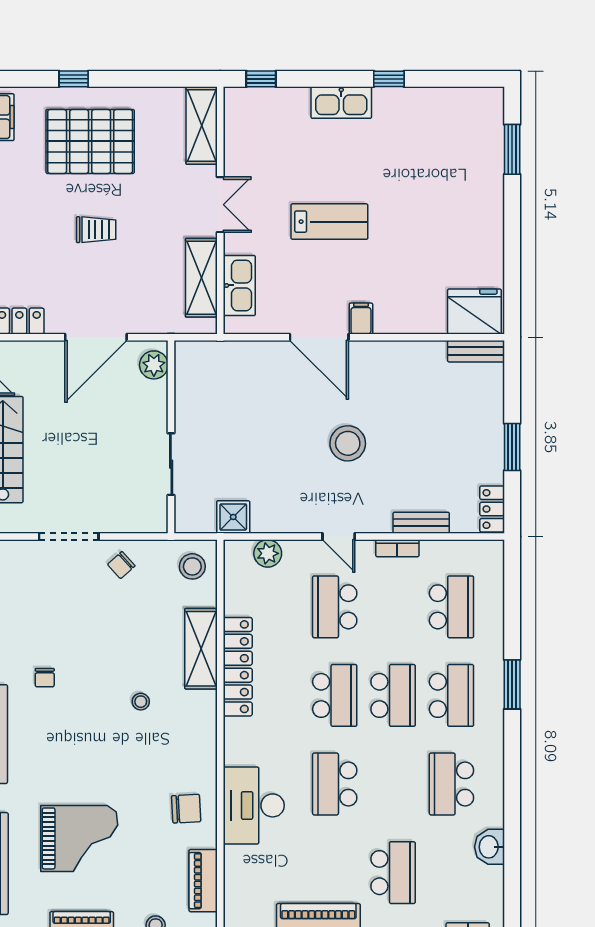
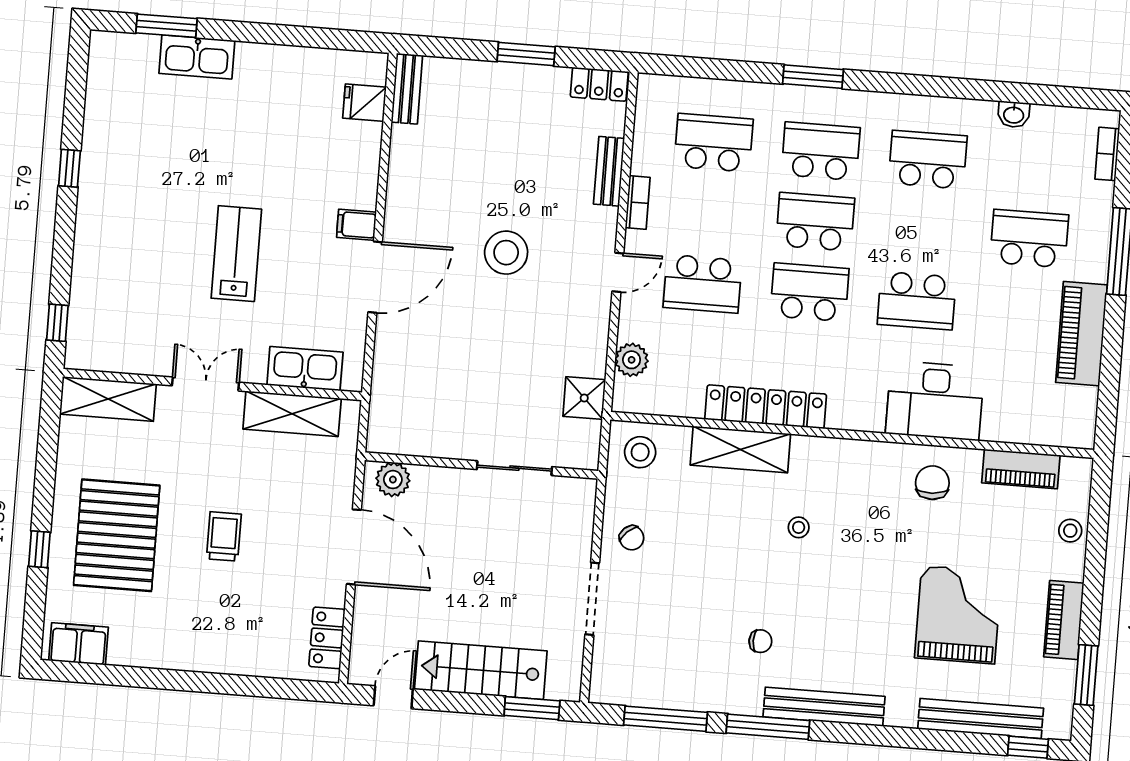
kitchen sink: (341, 103) -> (197, 57), moved, turned 90
fridge: (474, 311) -> (364, 103), width x0.53, depth x0.75
school desk: (451, 784) -> (928, 160), turned 180
washbasin: (490, 847) -> (1014, 114), width x0.72, depth x0.69

